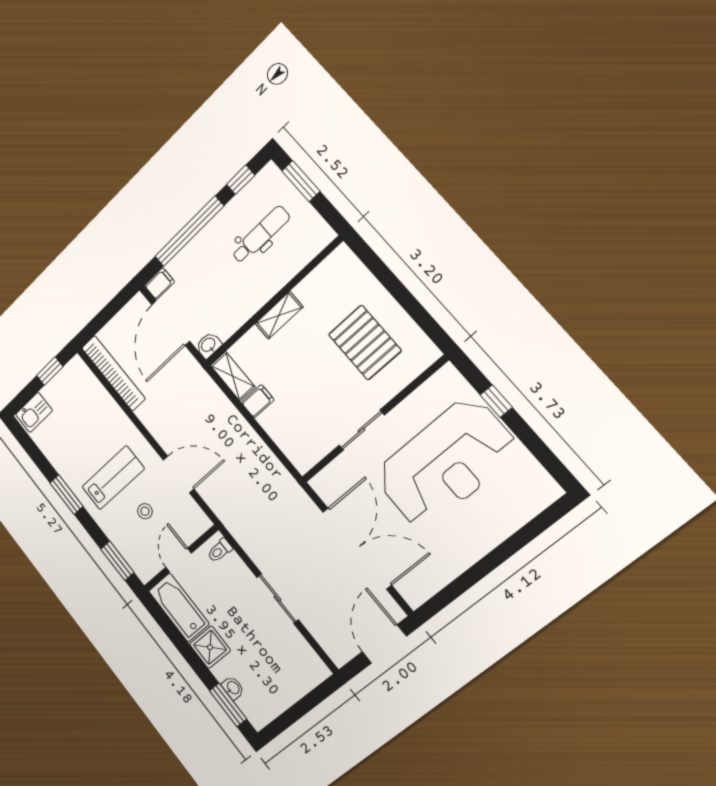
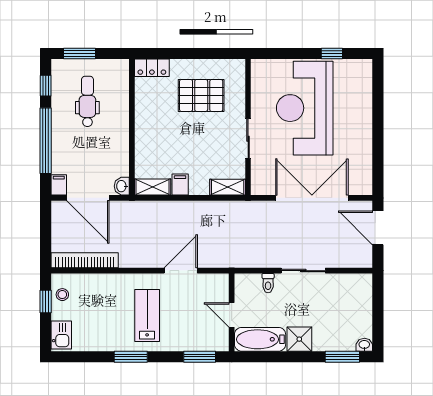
locker: (350, 266) -> (152, 68), added
shelving: (279, 315) -> (228, 187), moved, turned 90
window: (496, 401) -> (332, 54), moved
reception desk: (446, 463) -> (305, 108), turned 180
stool: (145, 511) -> (62, 295), moved
toilet: (220, 550) -> (268, 283), moved
washbasin: (233, 688) -> (364, 345), moved

